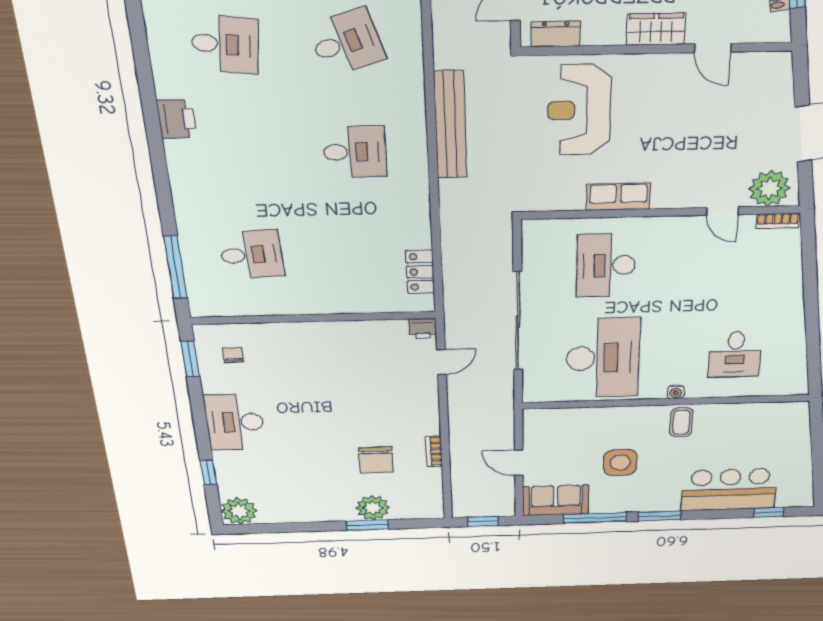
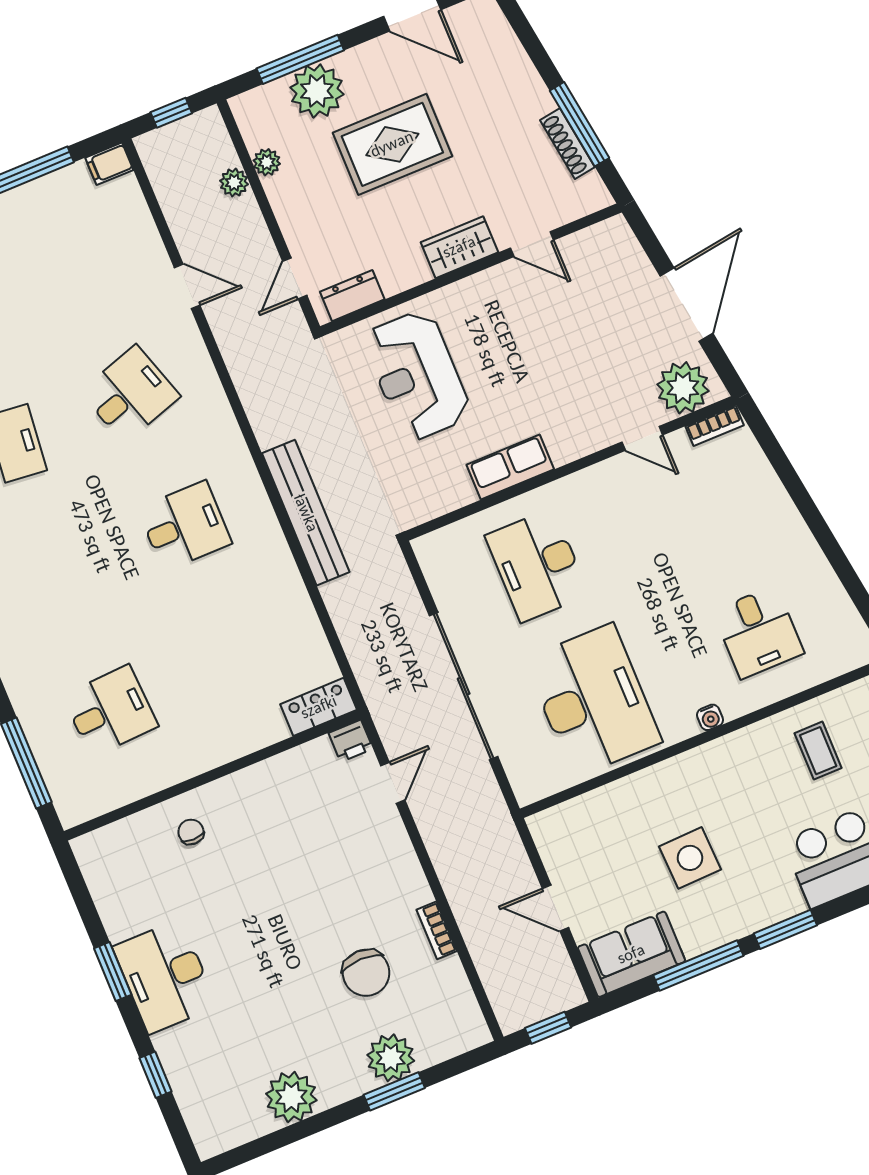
bench: (450, 125) -> (306, 513), moved
locker: (420, 272) -> (319, 707), moved, turned 90
chair: (233, 355) -> (191, 832), moved
window: (190, 359) -> (113, 971), moved
coffee table: (681, 422) -> (818, 751), moved
plant: (239, 511) -> (291, 1097), moved

